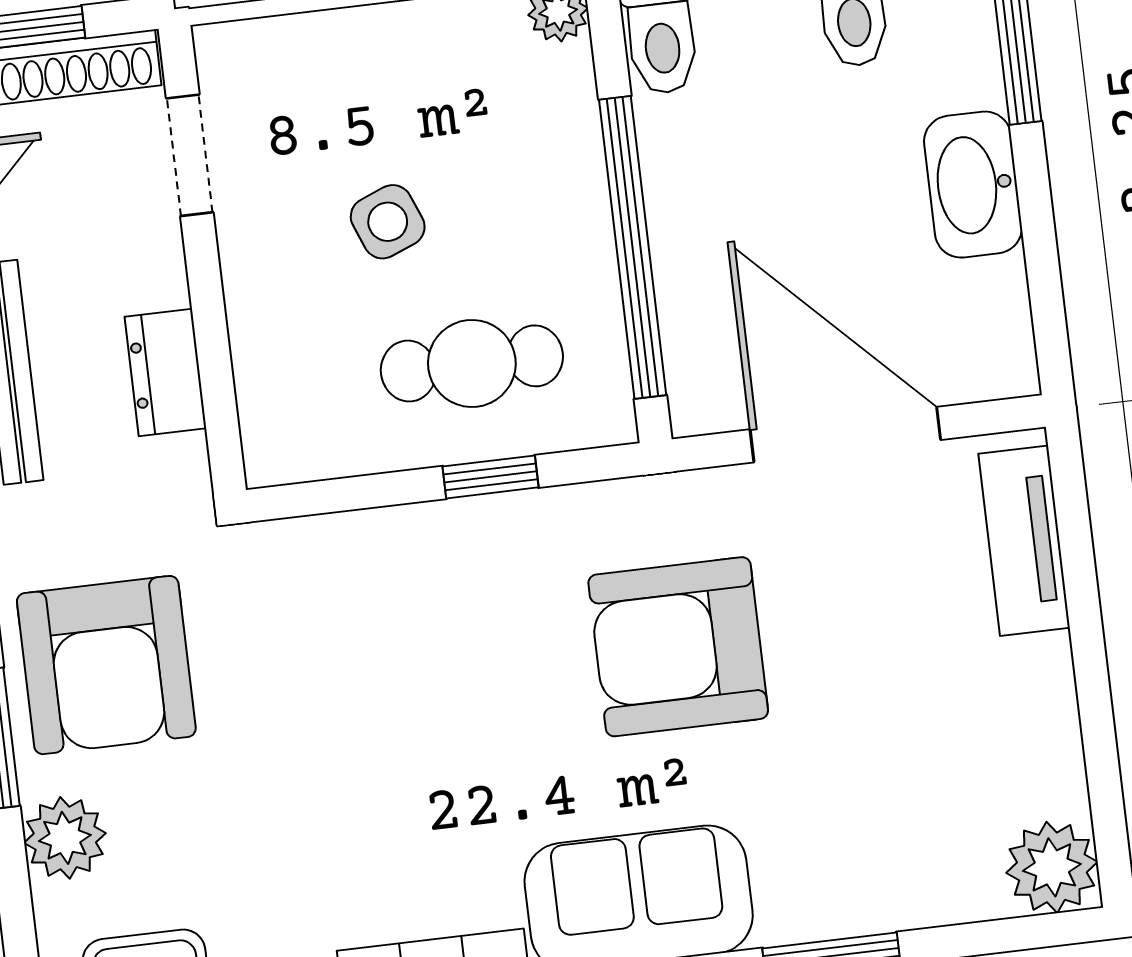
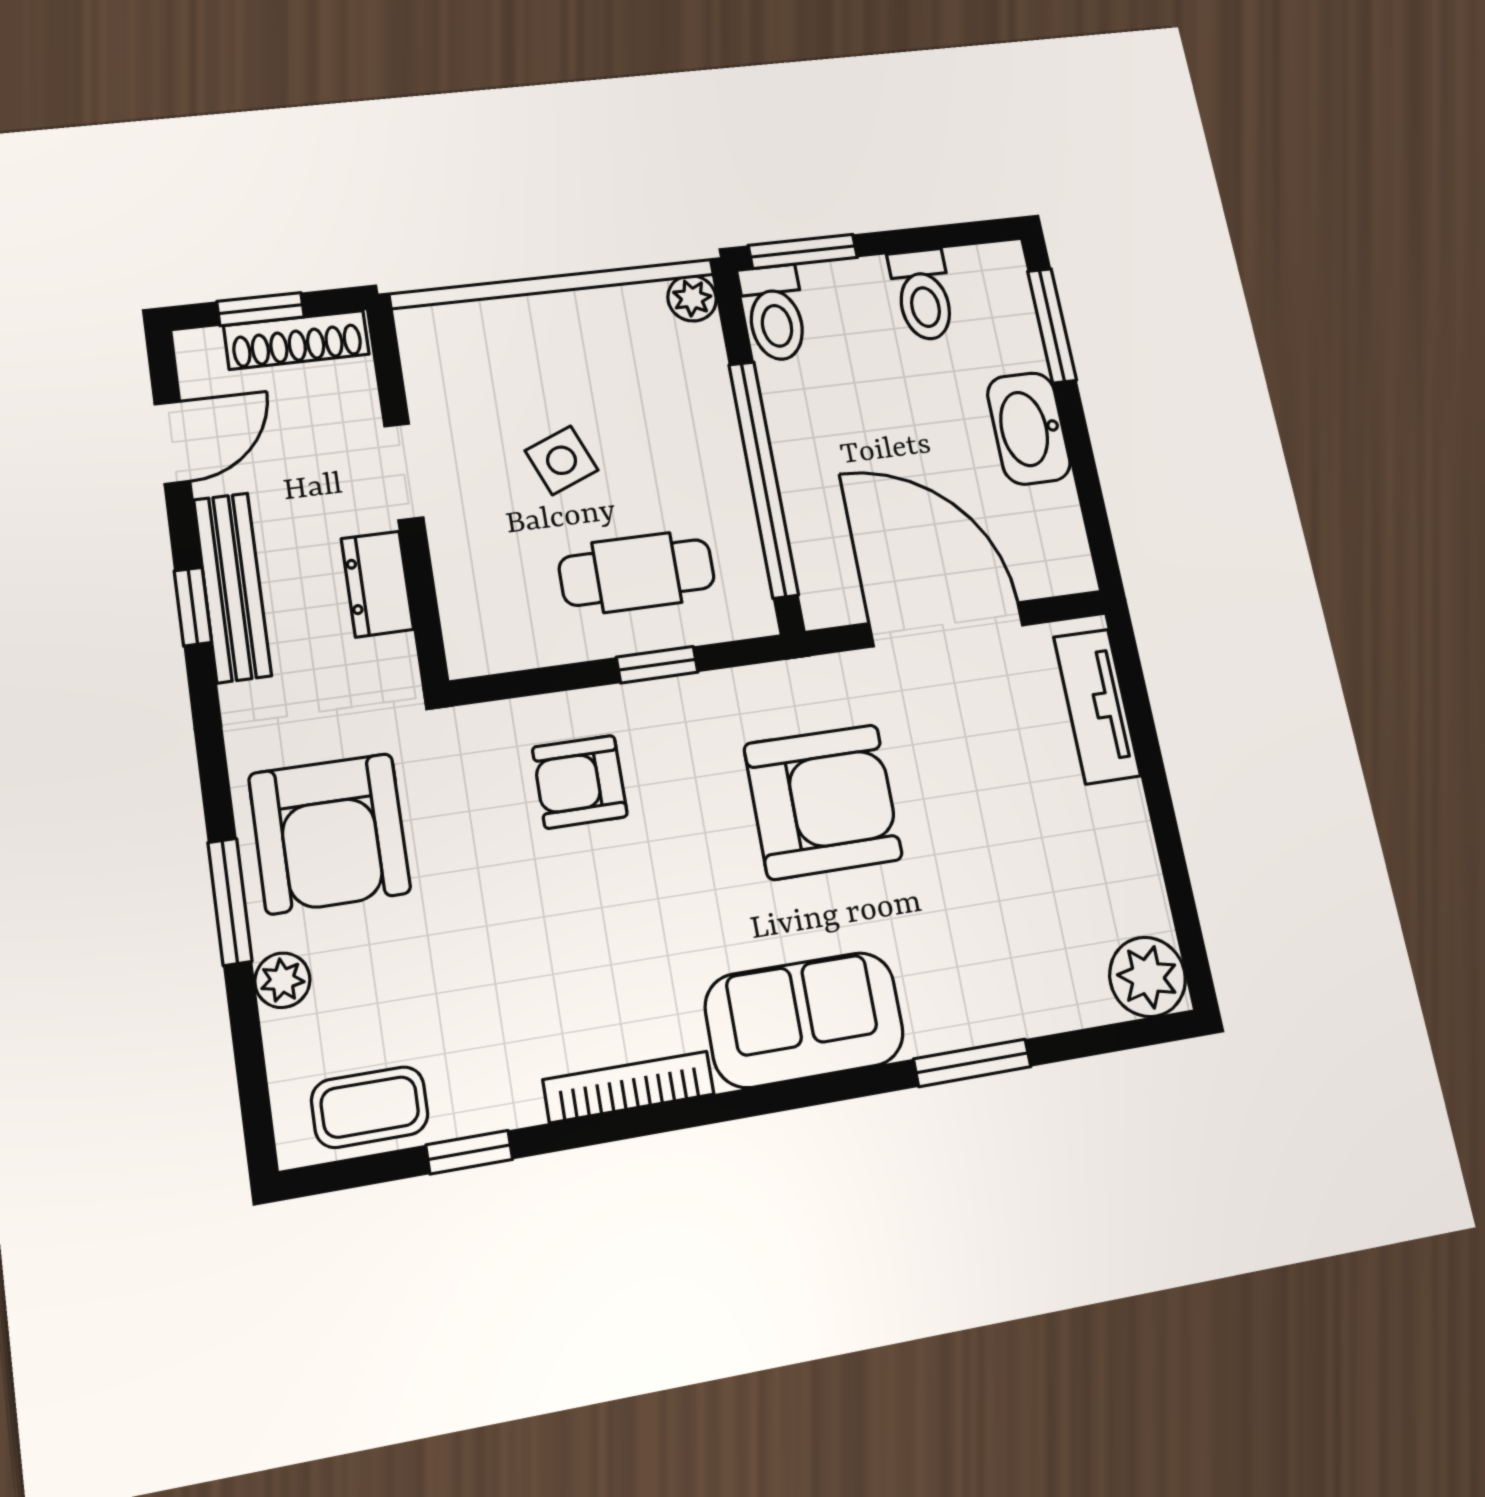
doorway: (190, 155) -> (404, 472), moved
armchair: (393, 615) -> (580, 782), added
armchair: (678, 647) -> (823, 802), turned 180
plant: (65, 838) -> (282, 980), width x0.73, depth x0.73

